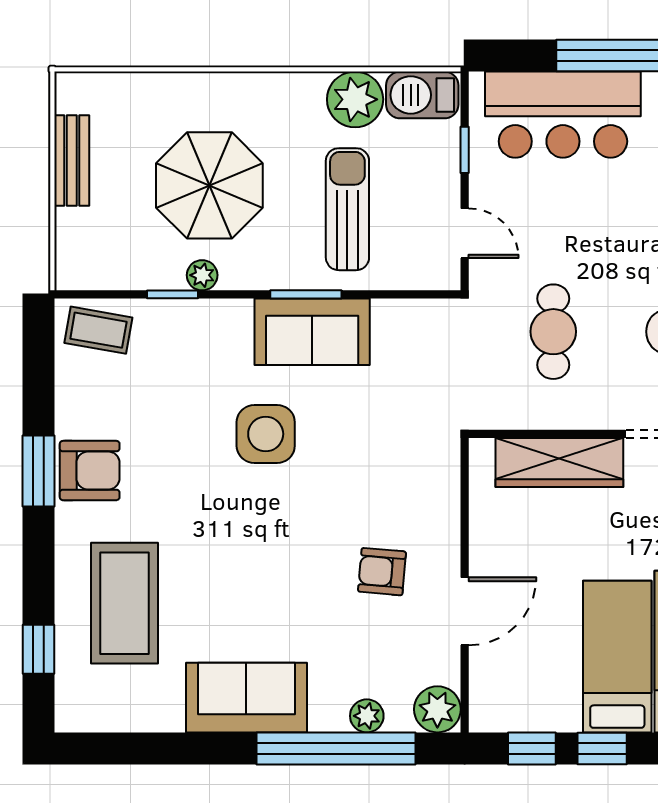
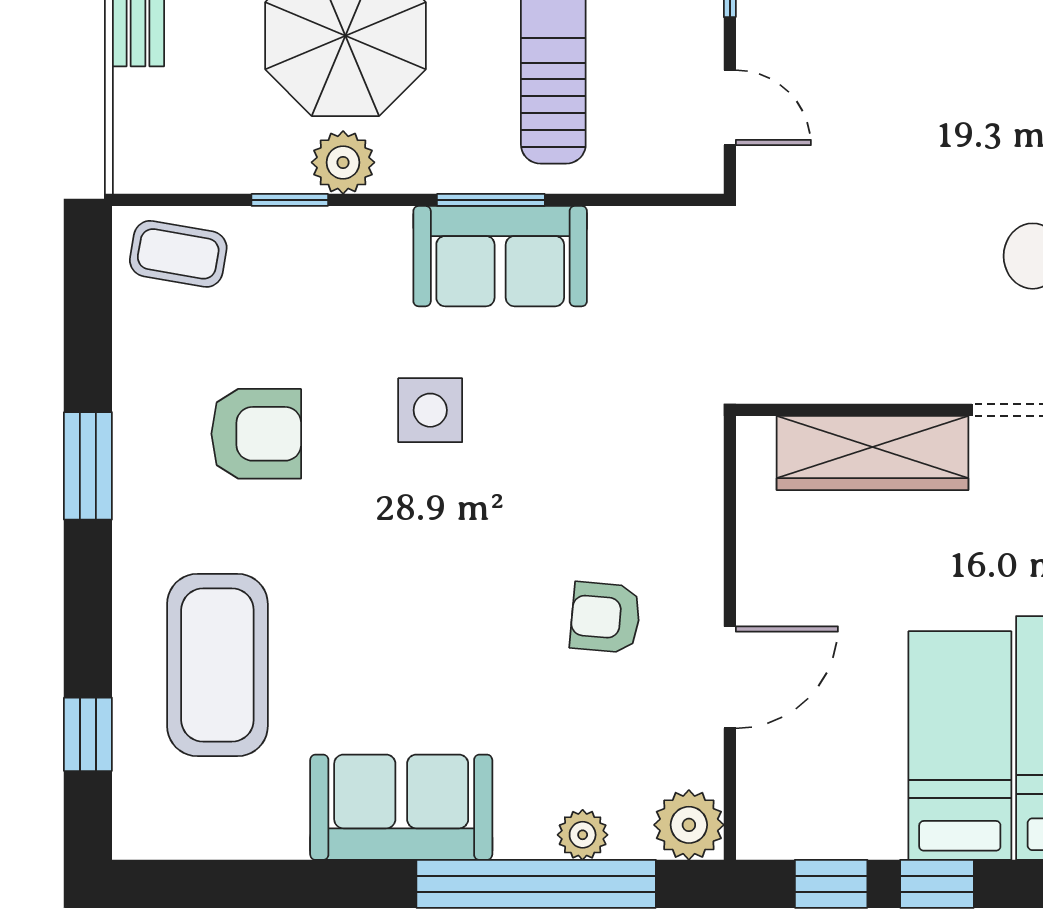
plant: (202, 275) -> (343, 162), width x1.38, depth x1.38
cafe table: (553, 332) -> (863, 256), removed
side table: (266, 434) -> (430, 410), width x0.73, depth x0.73
armchair: (90, 471) -> (256, 434), moved

